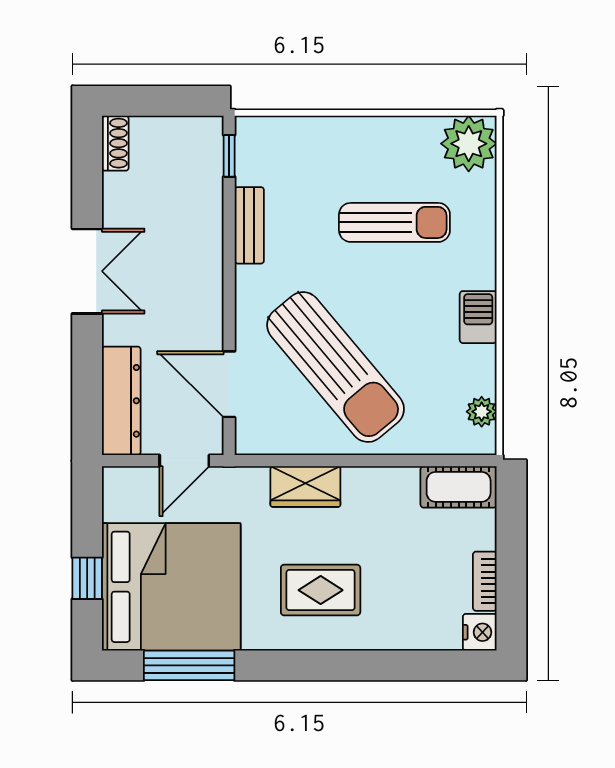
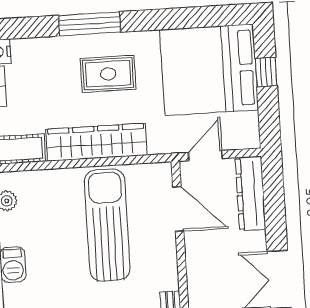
sun lounger: (336, 367) -> (107, 225), turned 40
wardrobe: (305, 486) -> (96, 142), width x2.10, depth x1.17
window: (189, 665) -> (89, 24), moved

